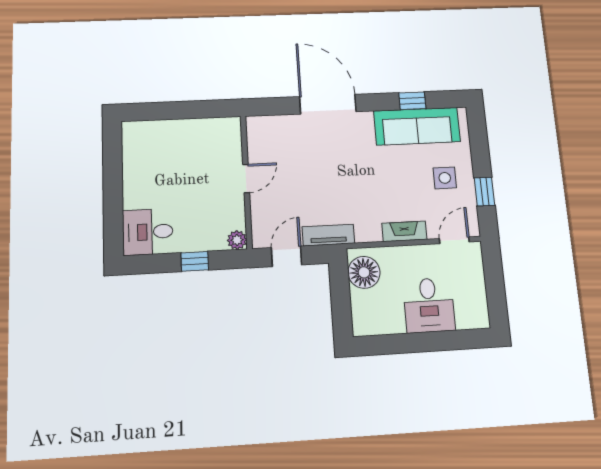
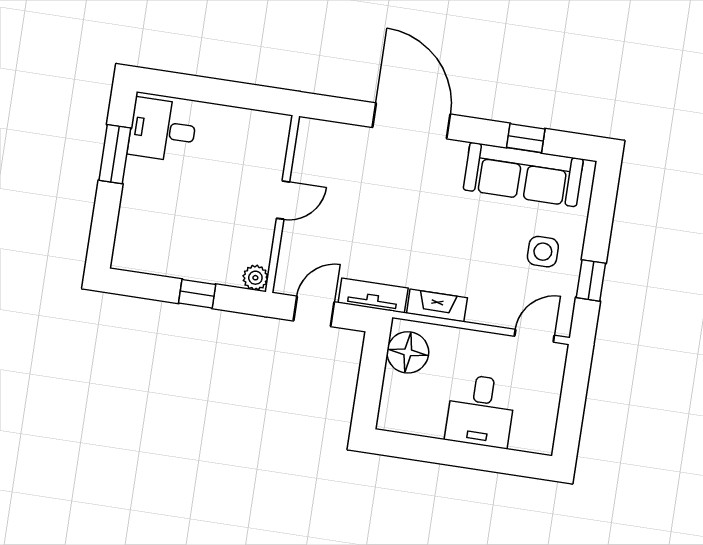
window: (113, 170) -> (115, 154), added
fireplace: (404, 231) -> (437, 305), moved
desk: (148, 232) -> (163, 130), moved

